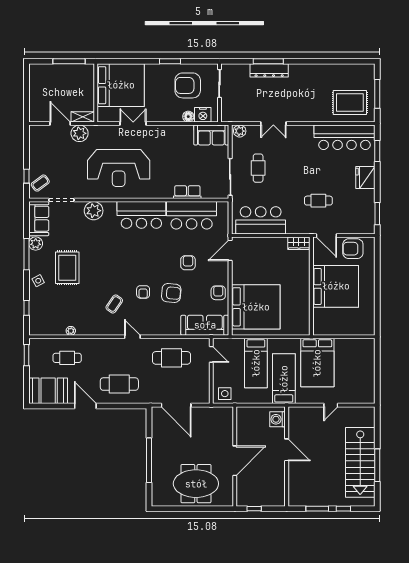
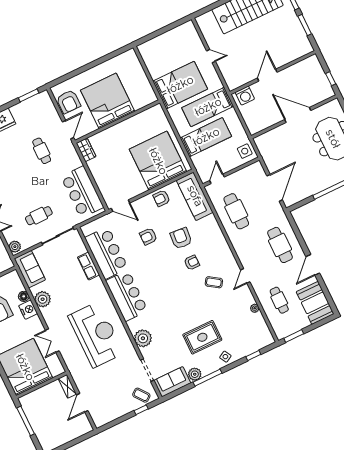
nightstand: (203, 115) -> (28, 310), moved
plant: (80, 133) -> (43, 299), moved
door: (132, 337) -> (245, 276), moved

